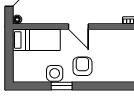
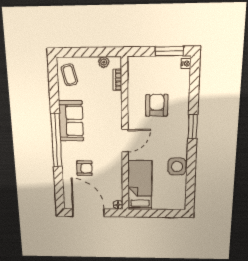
armchair: (82, 66) -> (157, 105), moved, turned 90
window: (62, 86) -> (193, 127), moved

